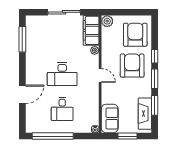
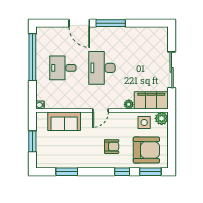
side table: (111, 37) -> (144, 123), added
window: (22, 39) -> (111, 23), moved
armchair: (132, 66) -> (112, 147), width x0.53, depth x0.53
window: (155, 79) -> (150, 172), moved
fireplace: (145, 114) -> (58, 161), removed
sofa: (110, 118) -> (64, 121), moved

